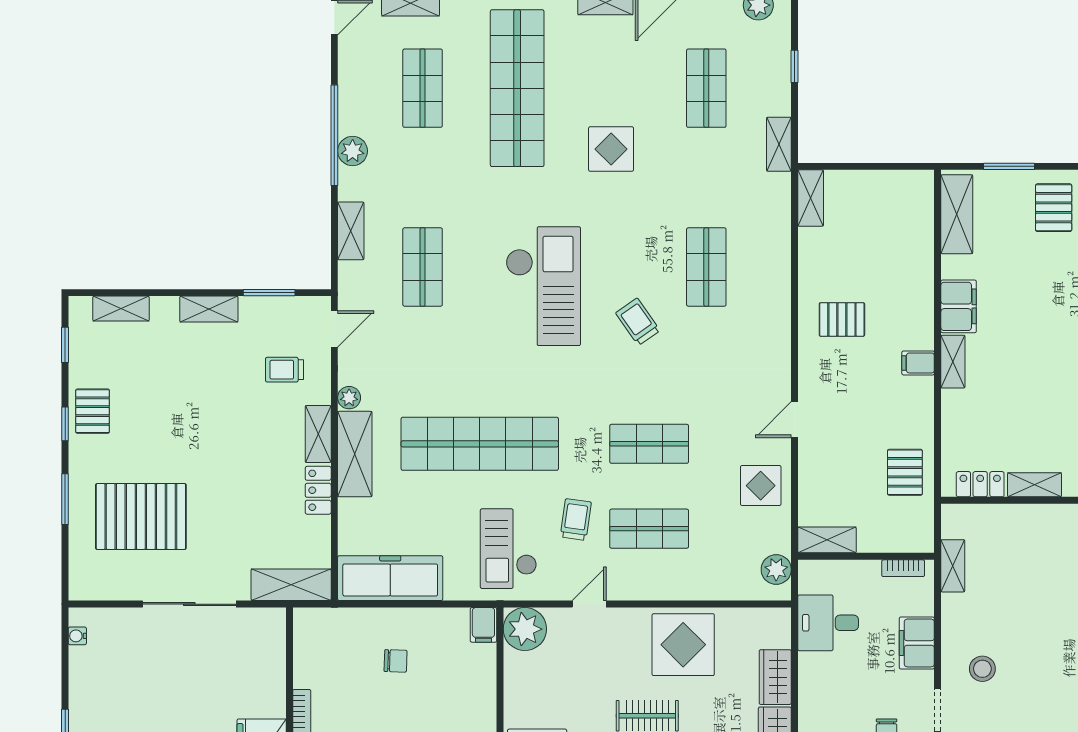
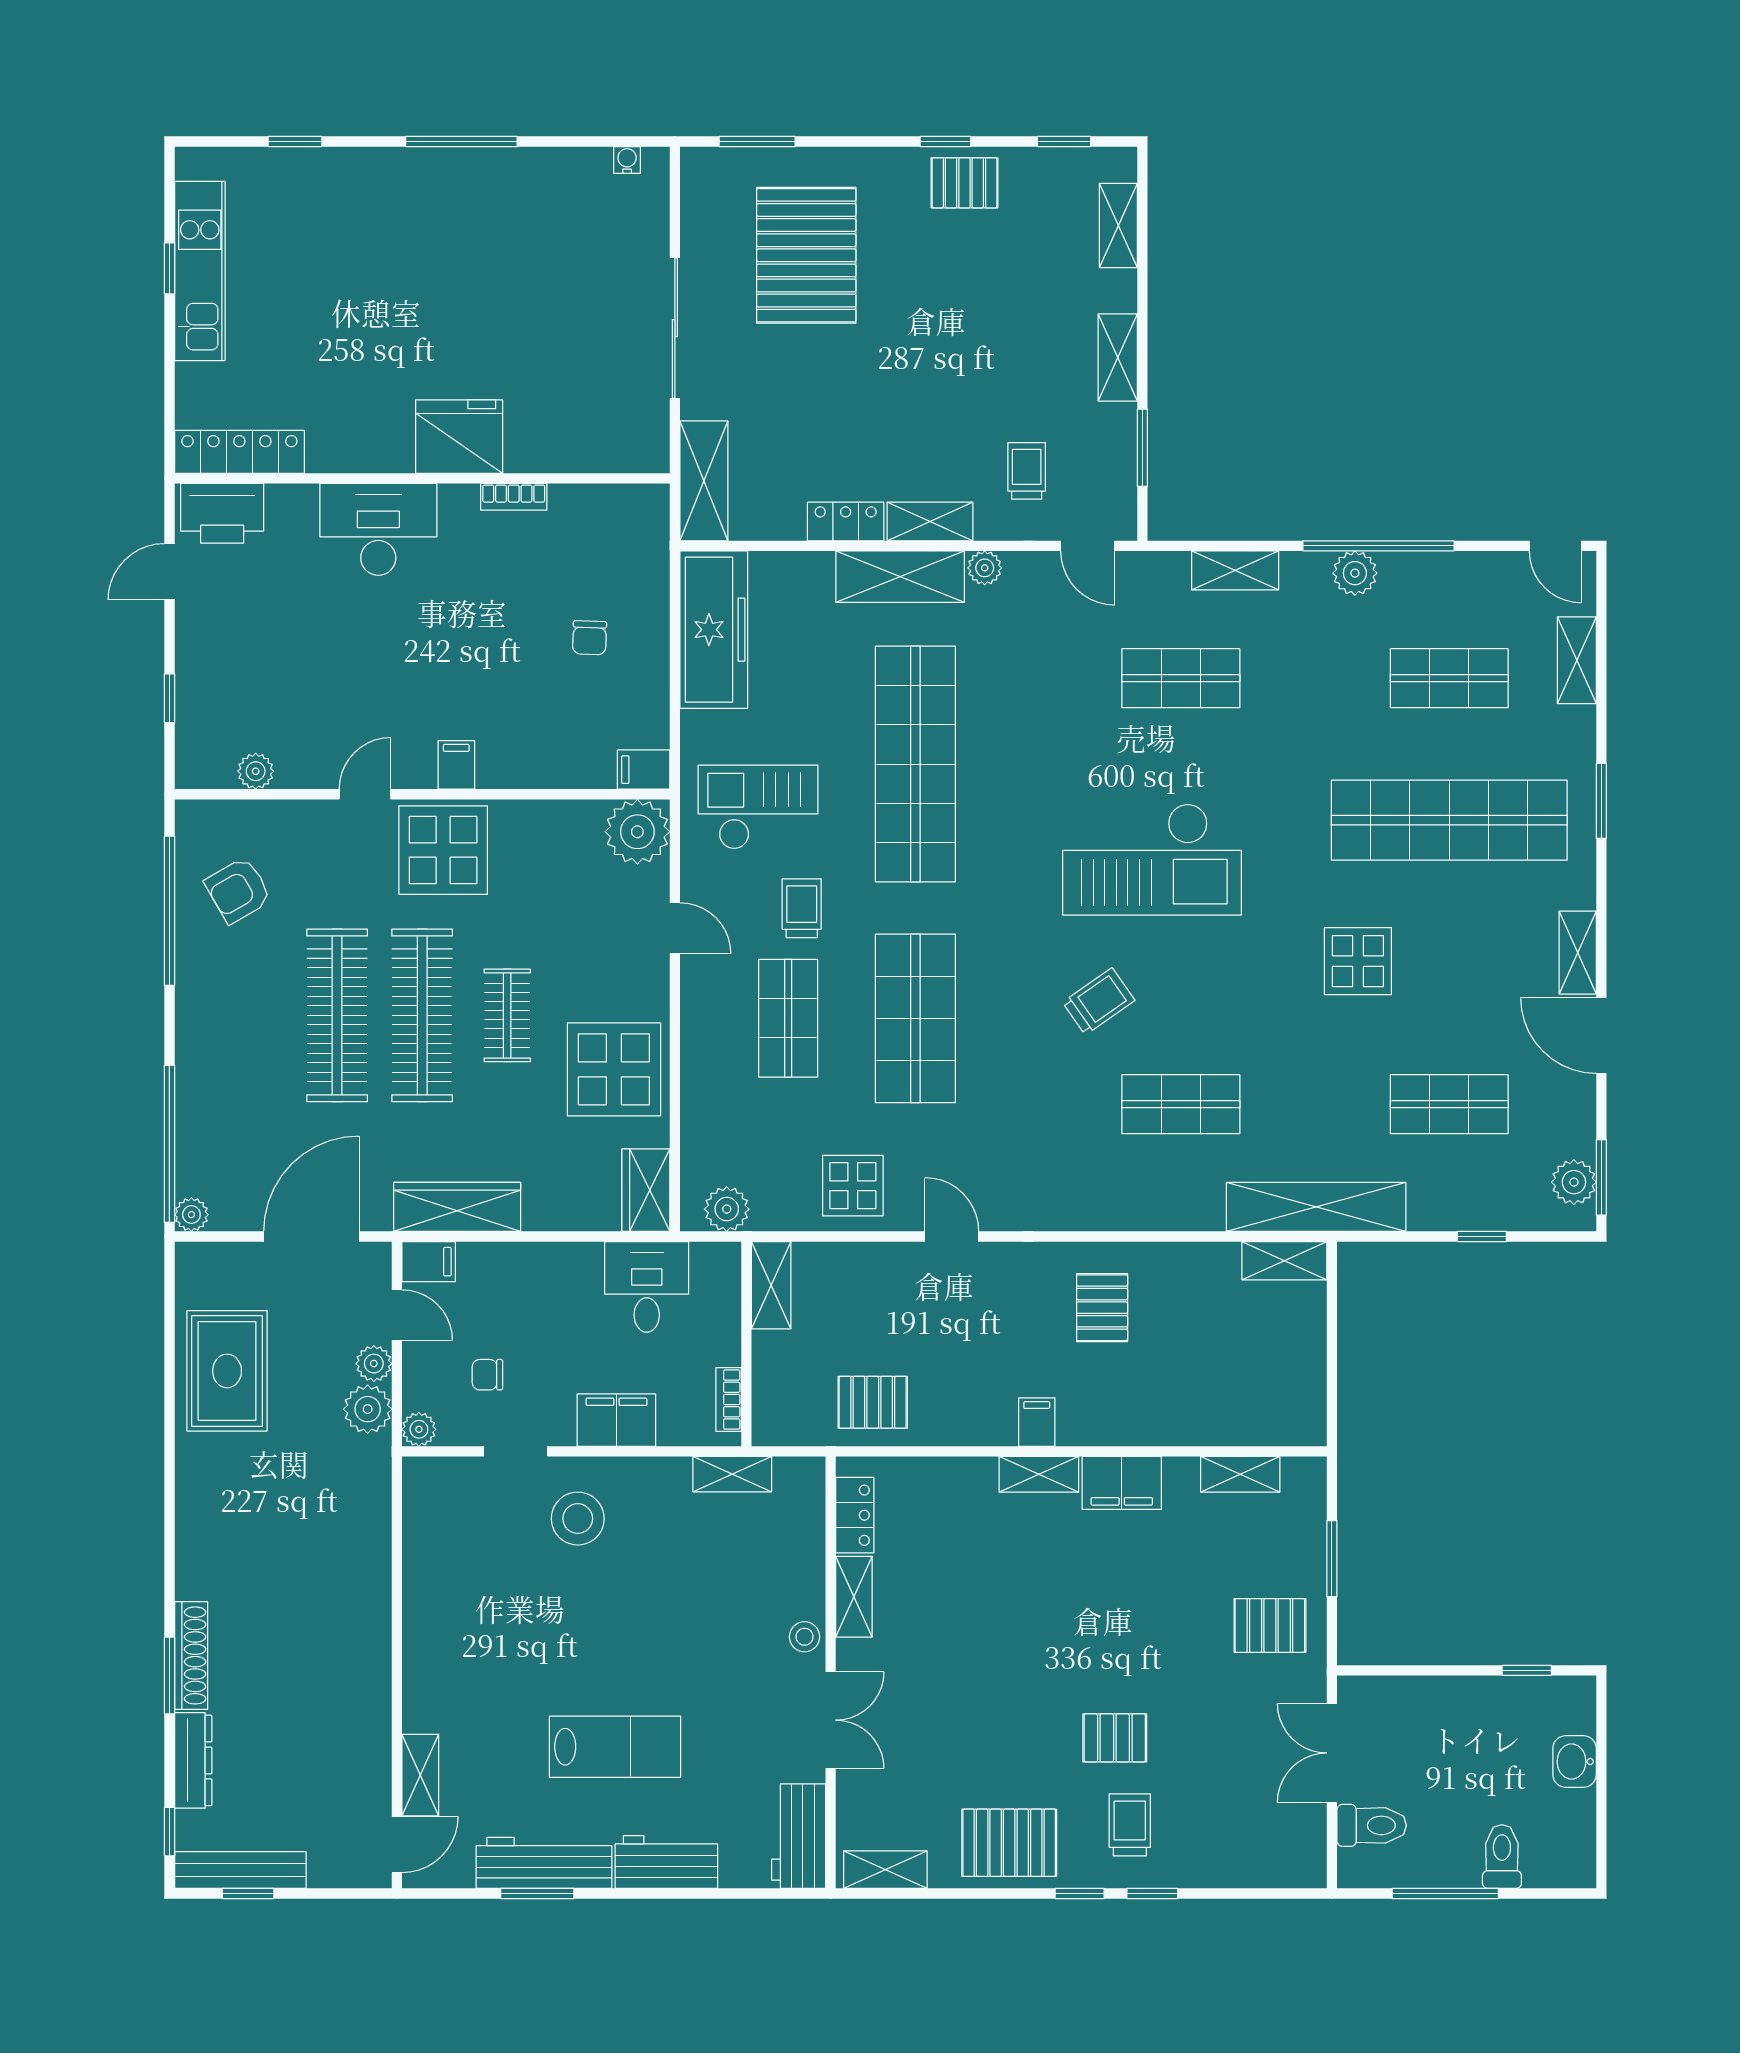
shelving: (779, 144) -> (1316, 1207), width x2.20, depth x1.33
shelving: (957, 214) -> (1240, 1474), width x0.67, depth x0.75
shop shelf: (649, 444) -> (915, 1018), width x1.43, depth x1.36
window: (65, 499) -> (757, 141), moved
stool: (1061, 518) -> (805, 1637), added
trolley: (576, 520) -> (802, 908), turned -98
stool: (982, 669) -> (578, 1519), width x1.38, depth x1.38
wardrobe: (775, 677) -> (646, 1190), moved, turned -90

